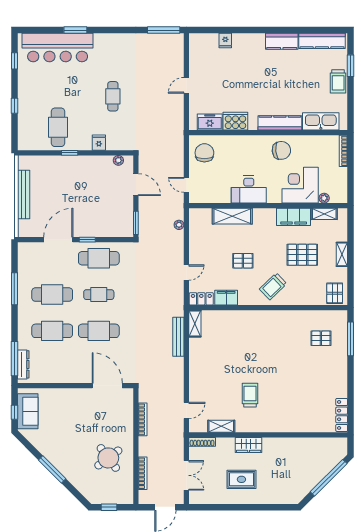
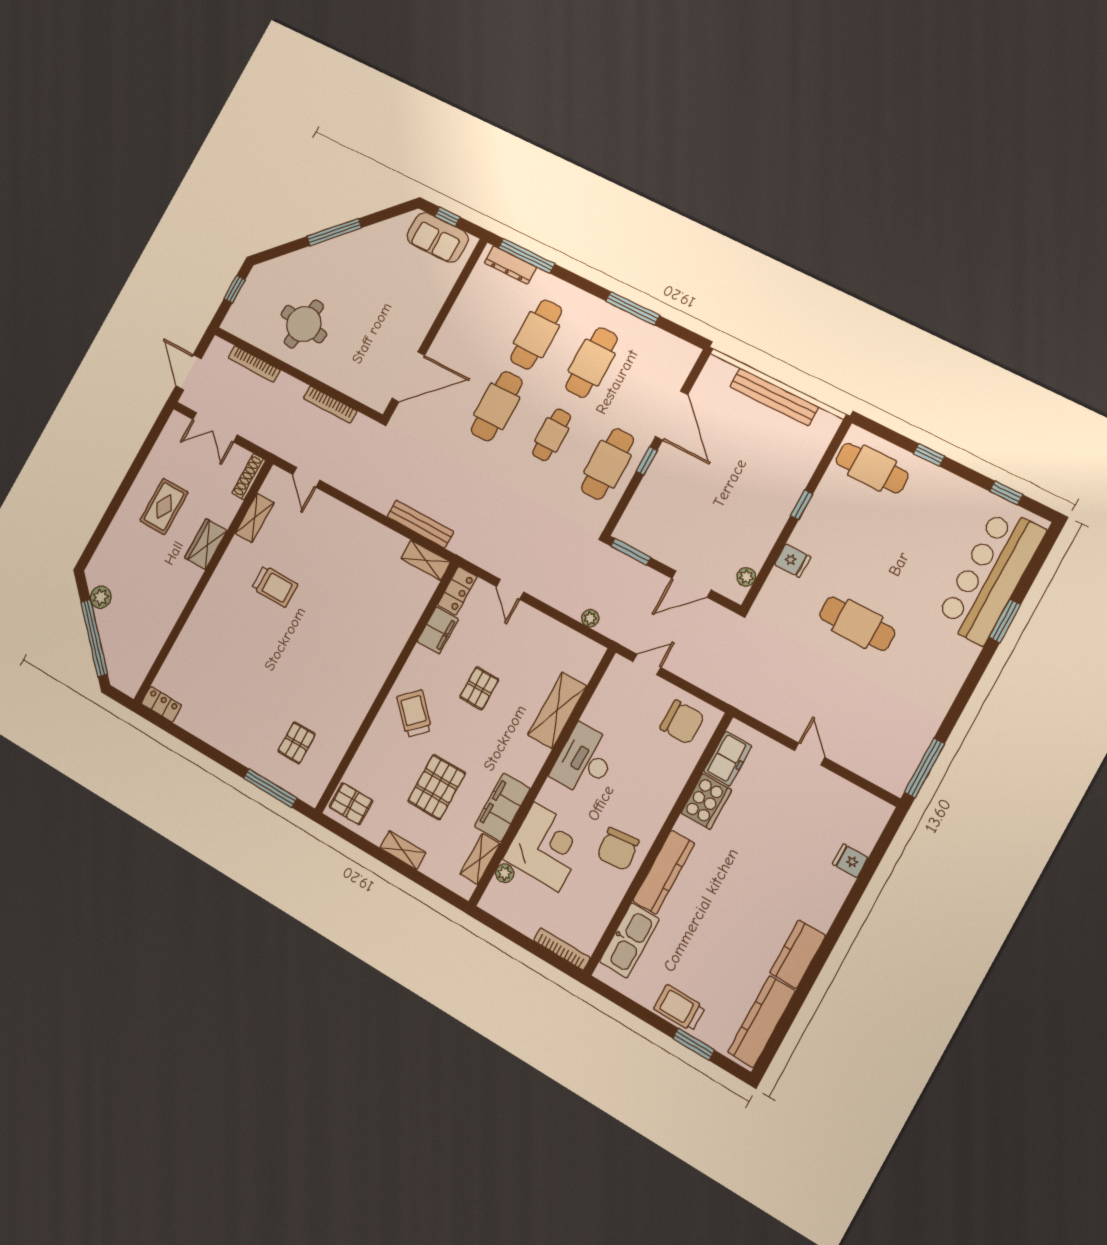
cafe table: (113, 96) -> (857, 624), width x1.37, depth x1.35
cafe table: (58, 127) -> (872, 468), moved
locker: (342, 415) -> (161, 704), width x0.66
round table: (108, 458) -> (304, 324), turned 45
plant: (306, 487) -> (101, 597), added

